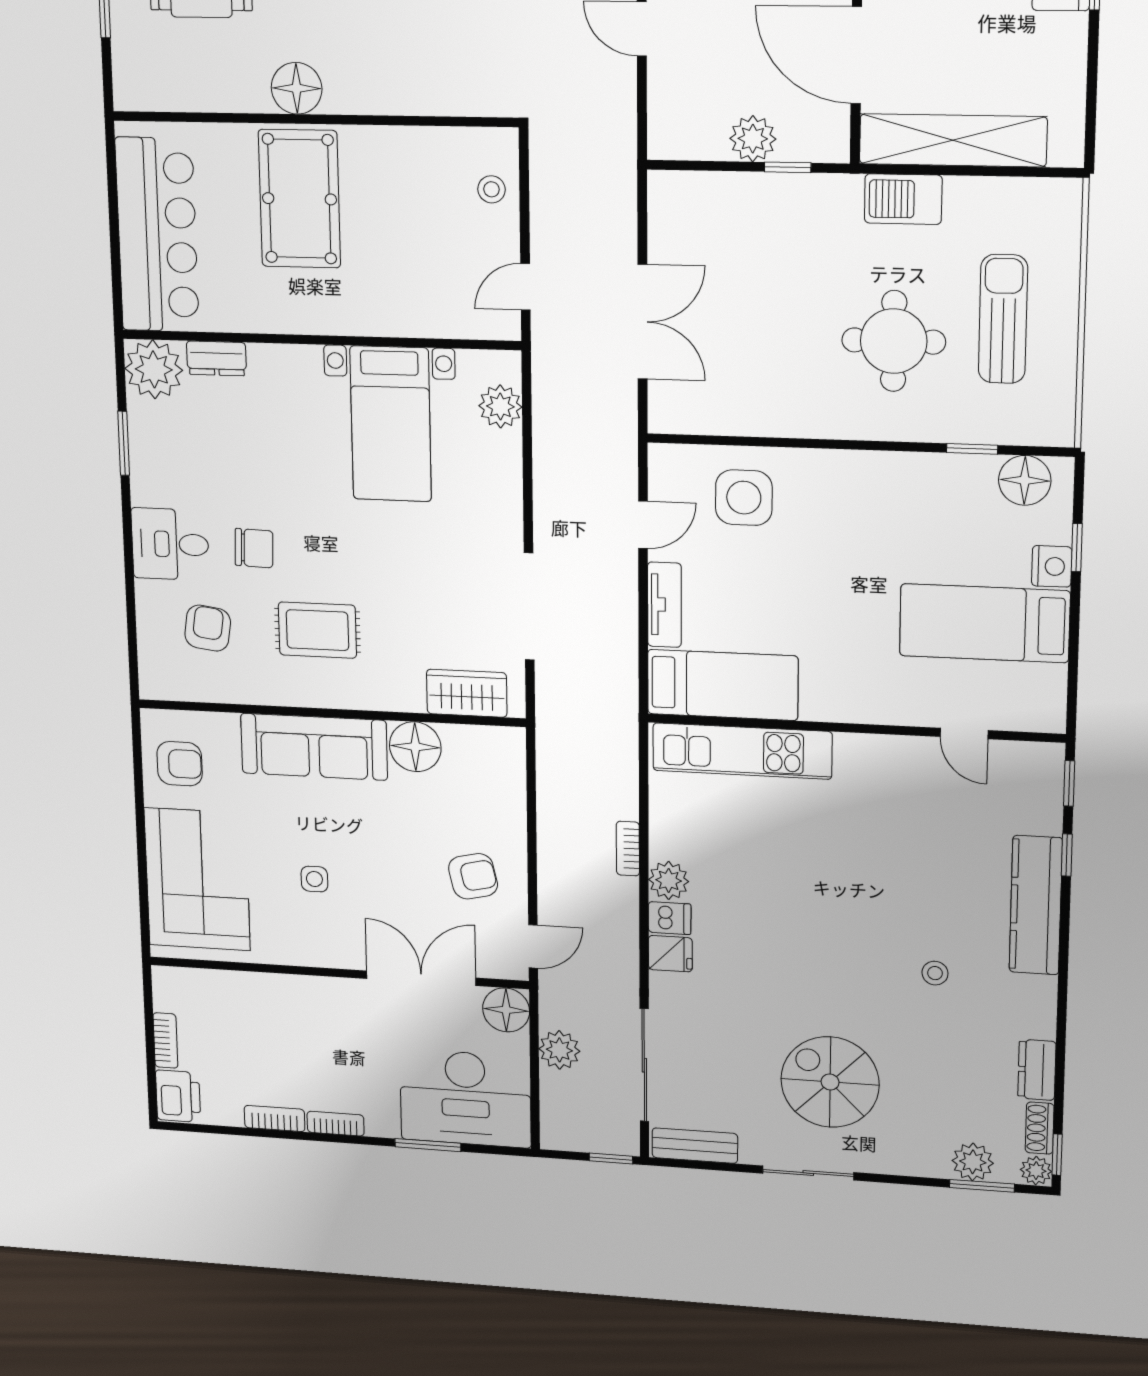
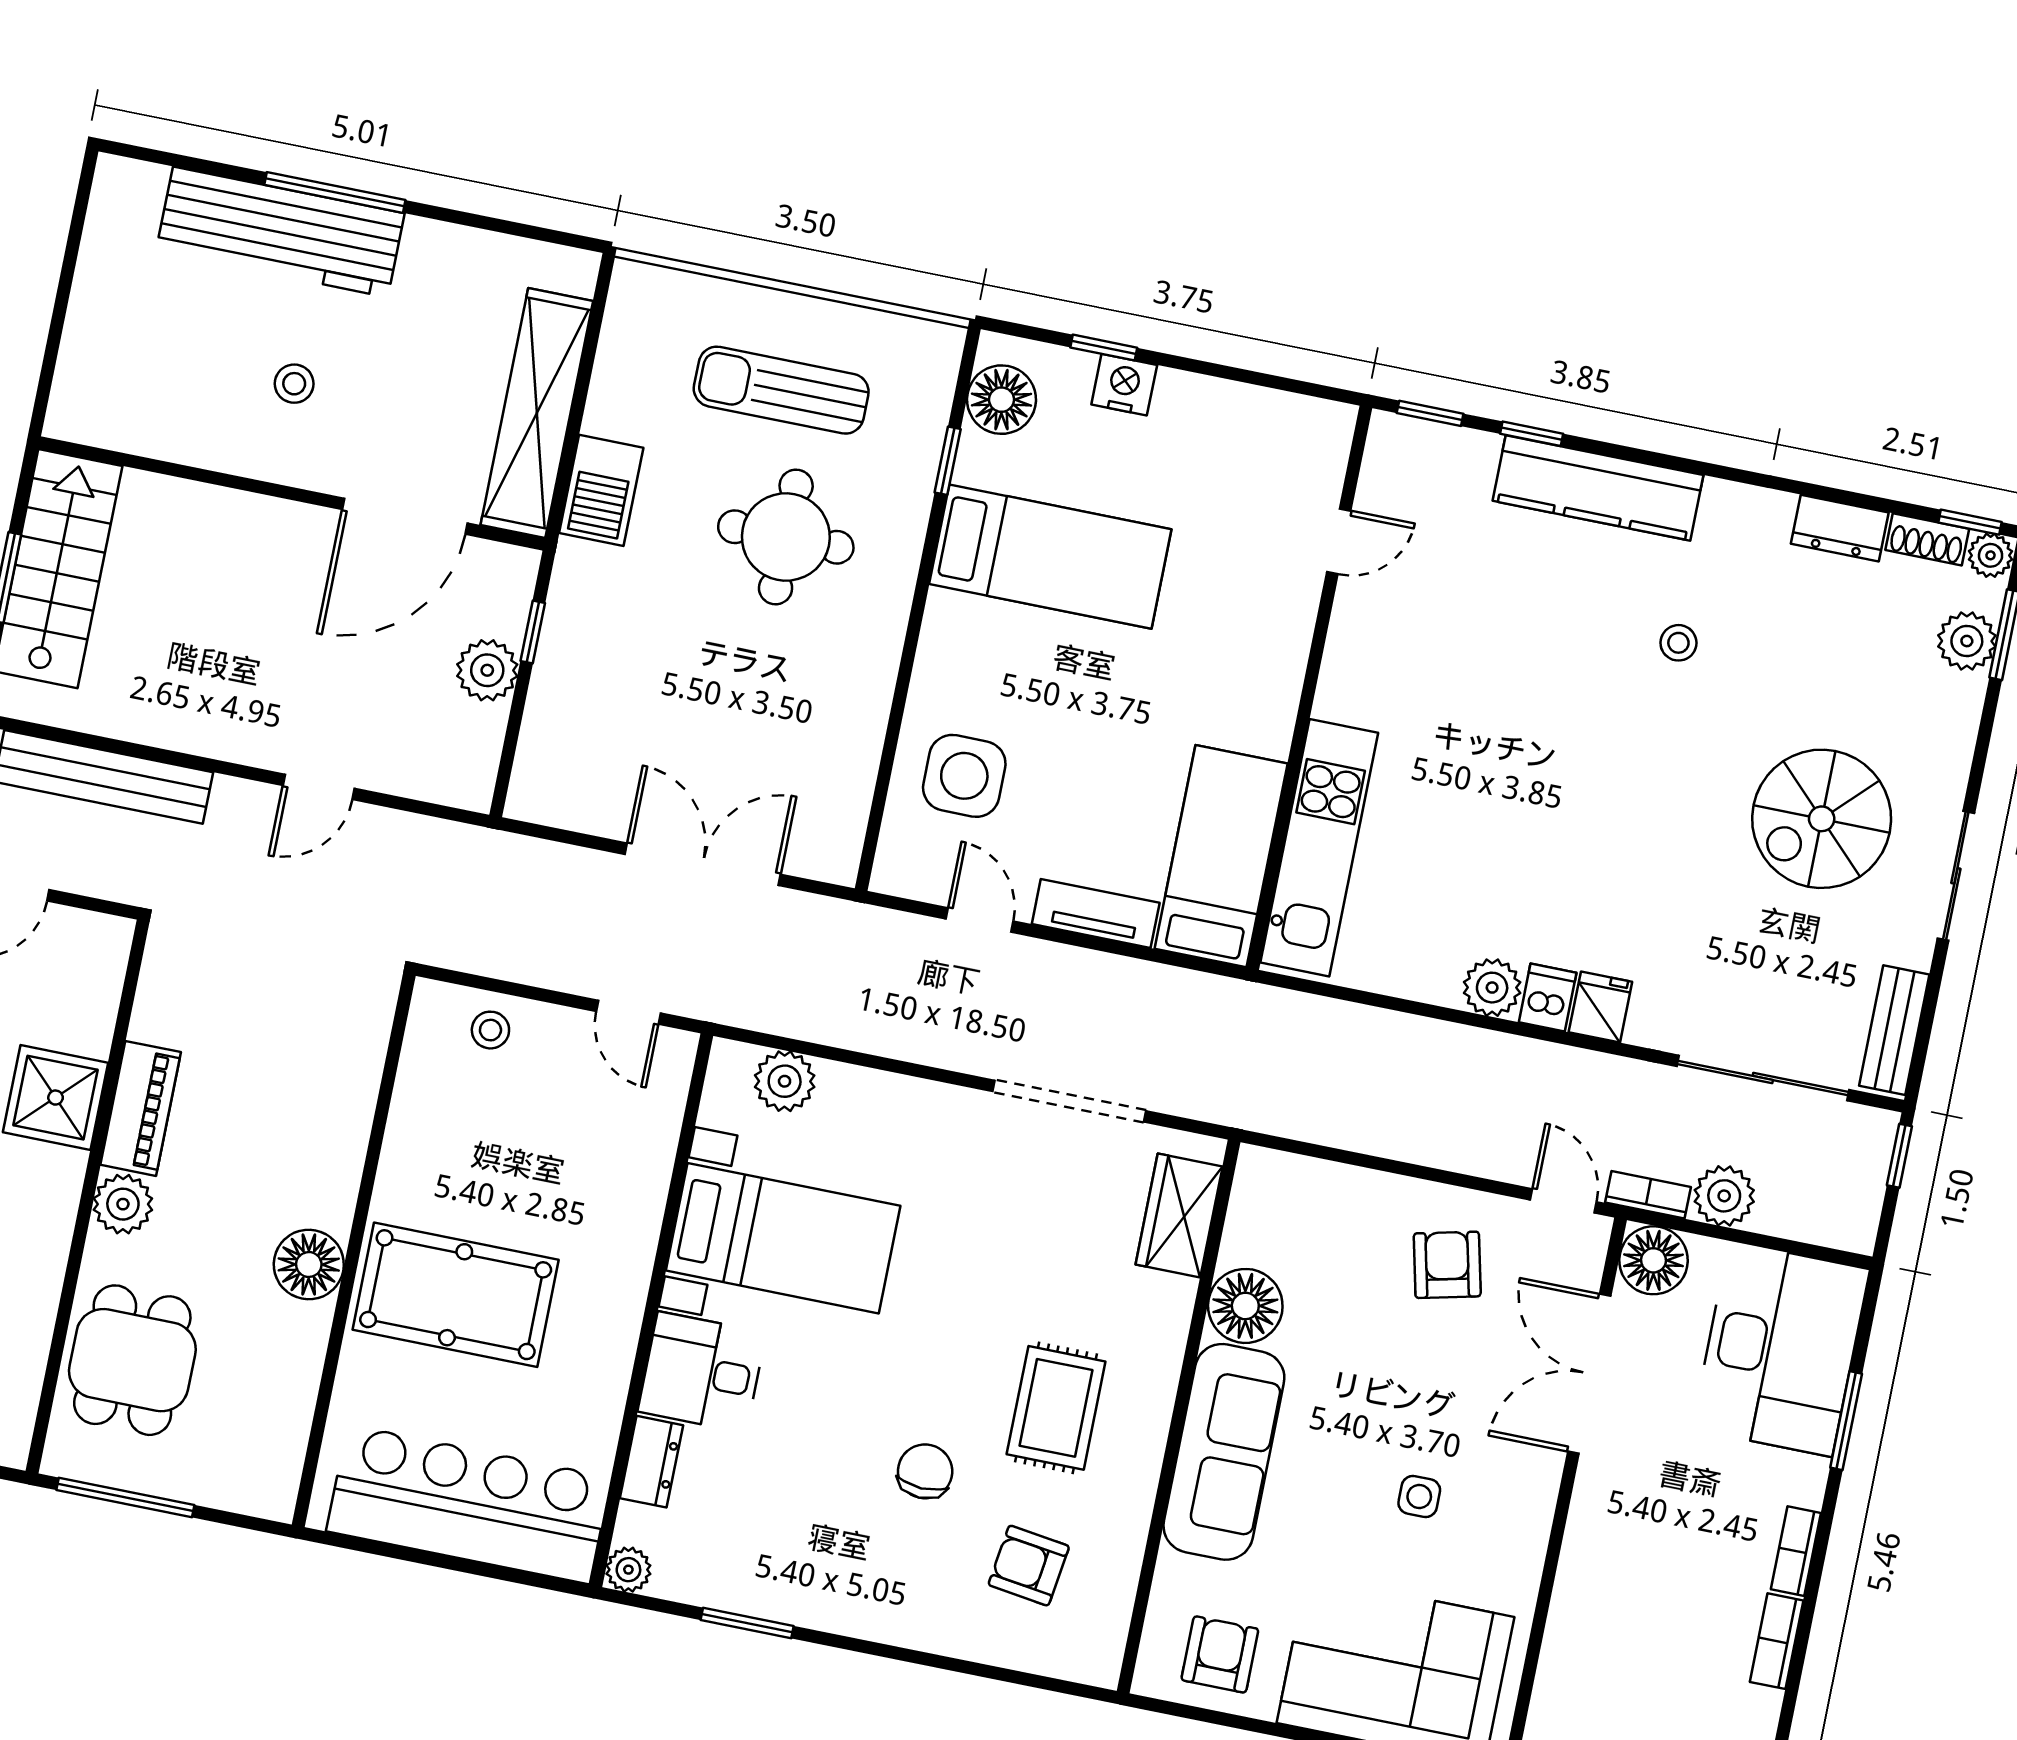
plant: (154, 369) -> (628, 1570), width x0.53, depth x0.53
desk: (170, 544) -> (702, 1372), moved, turned 90
bed: (984, 623) -> (1050, 557), moved, turned -90
bookcase: (628, 849) -> (1648, 1195), moved, turned 180

